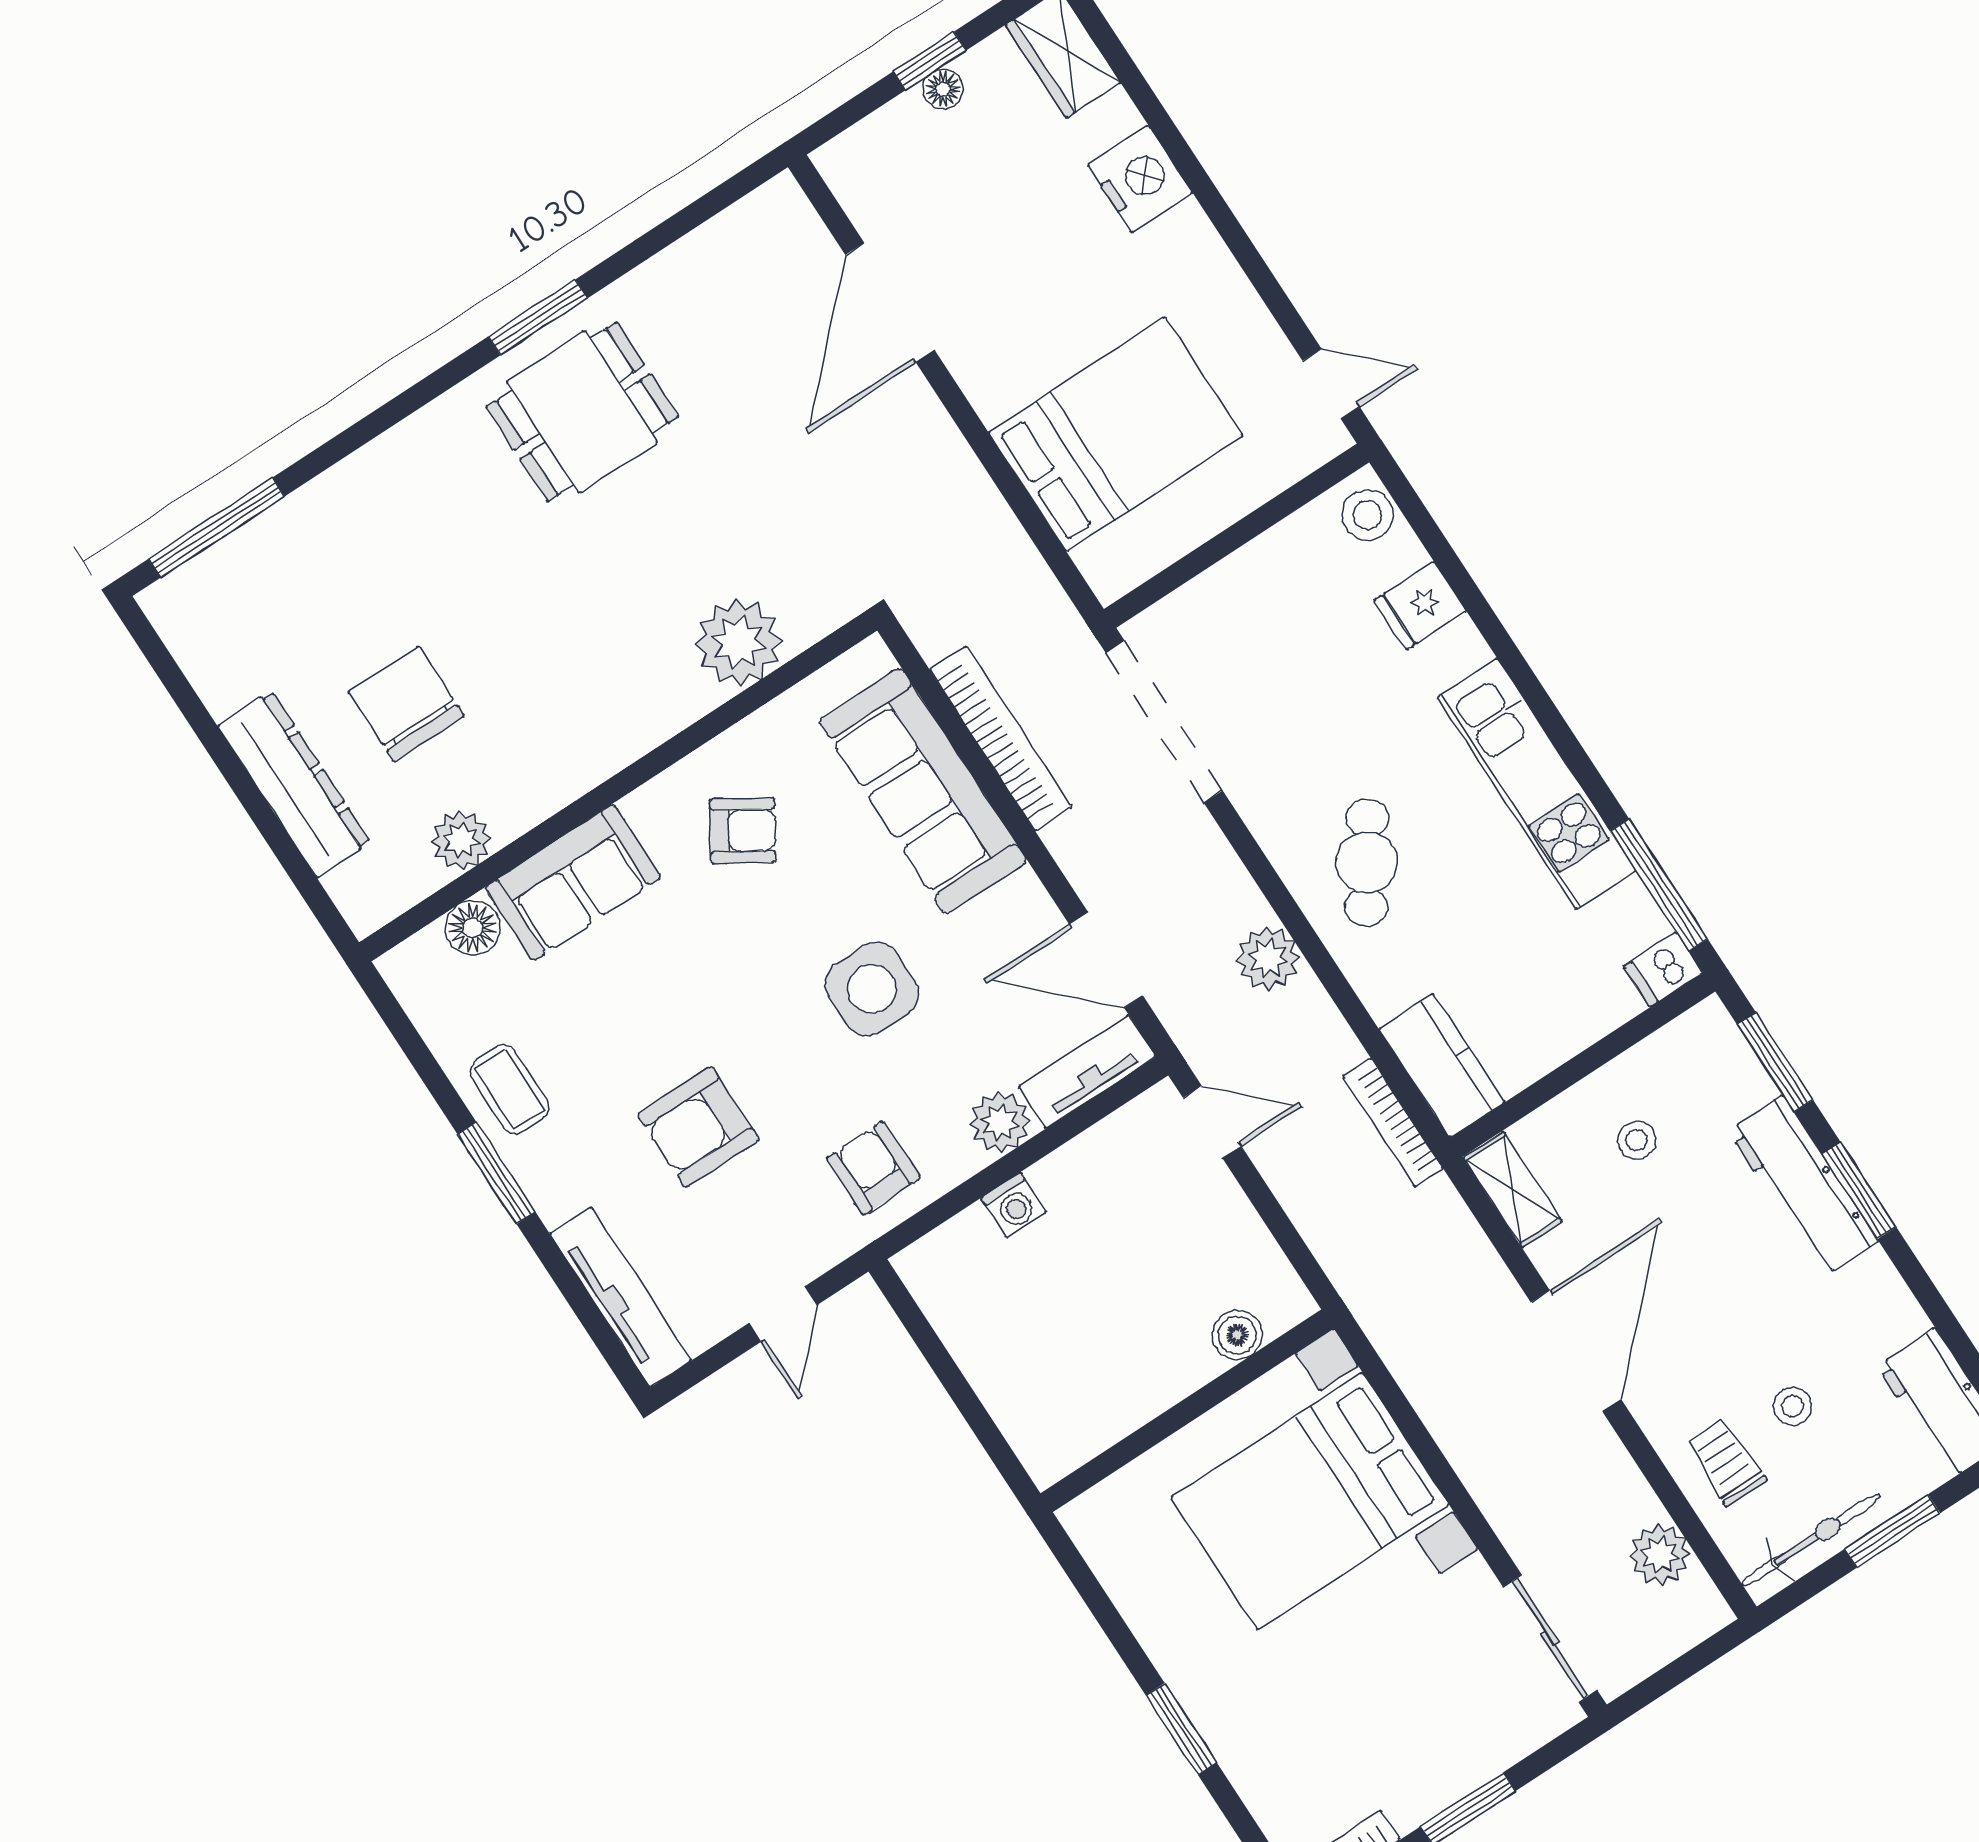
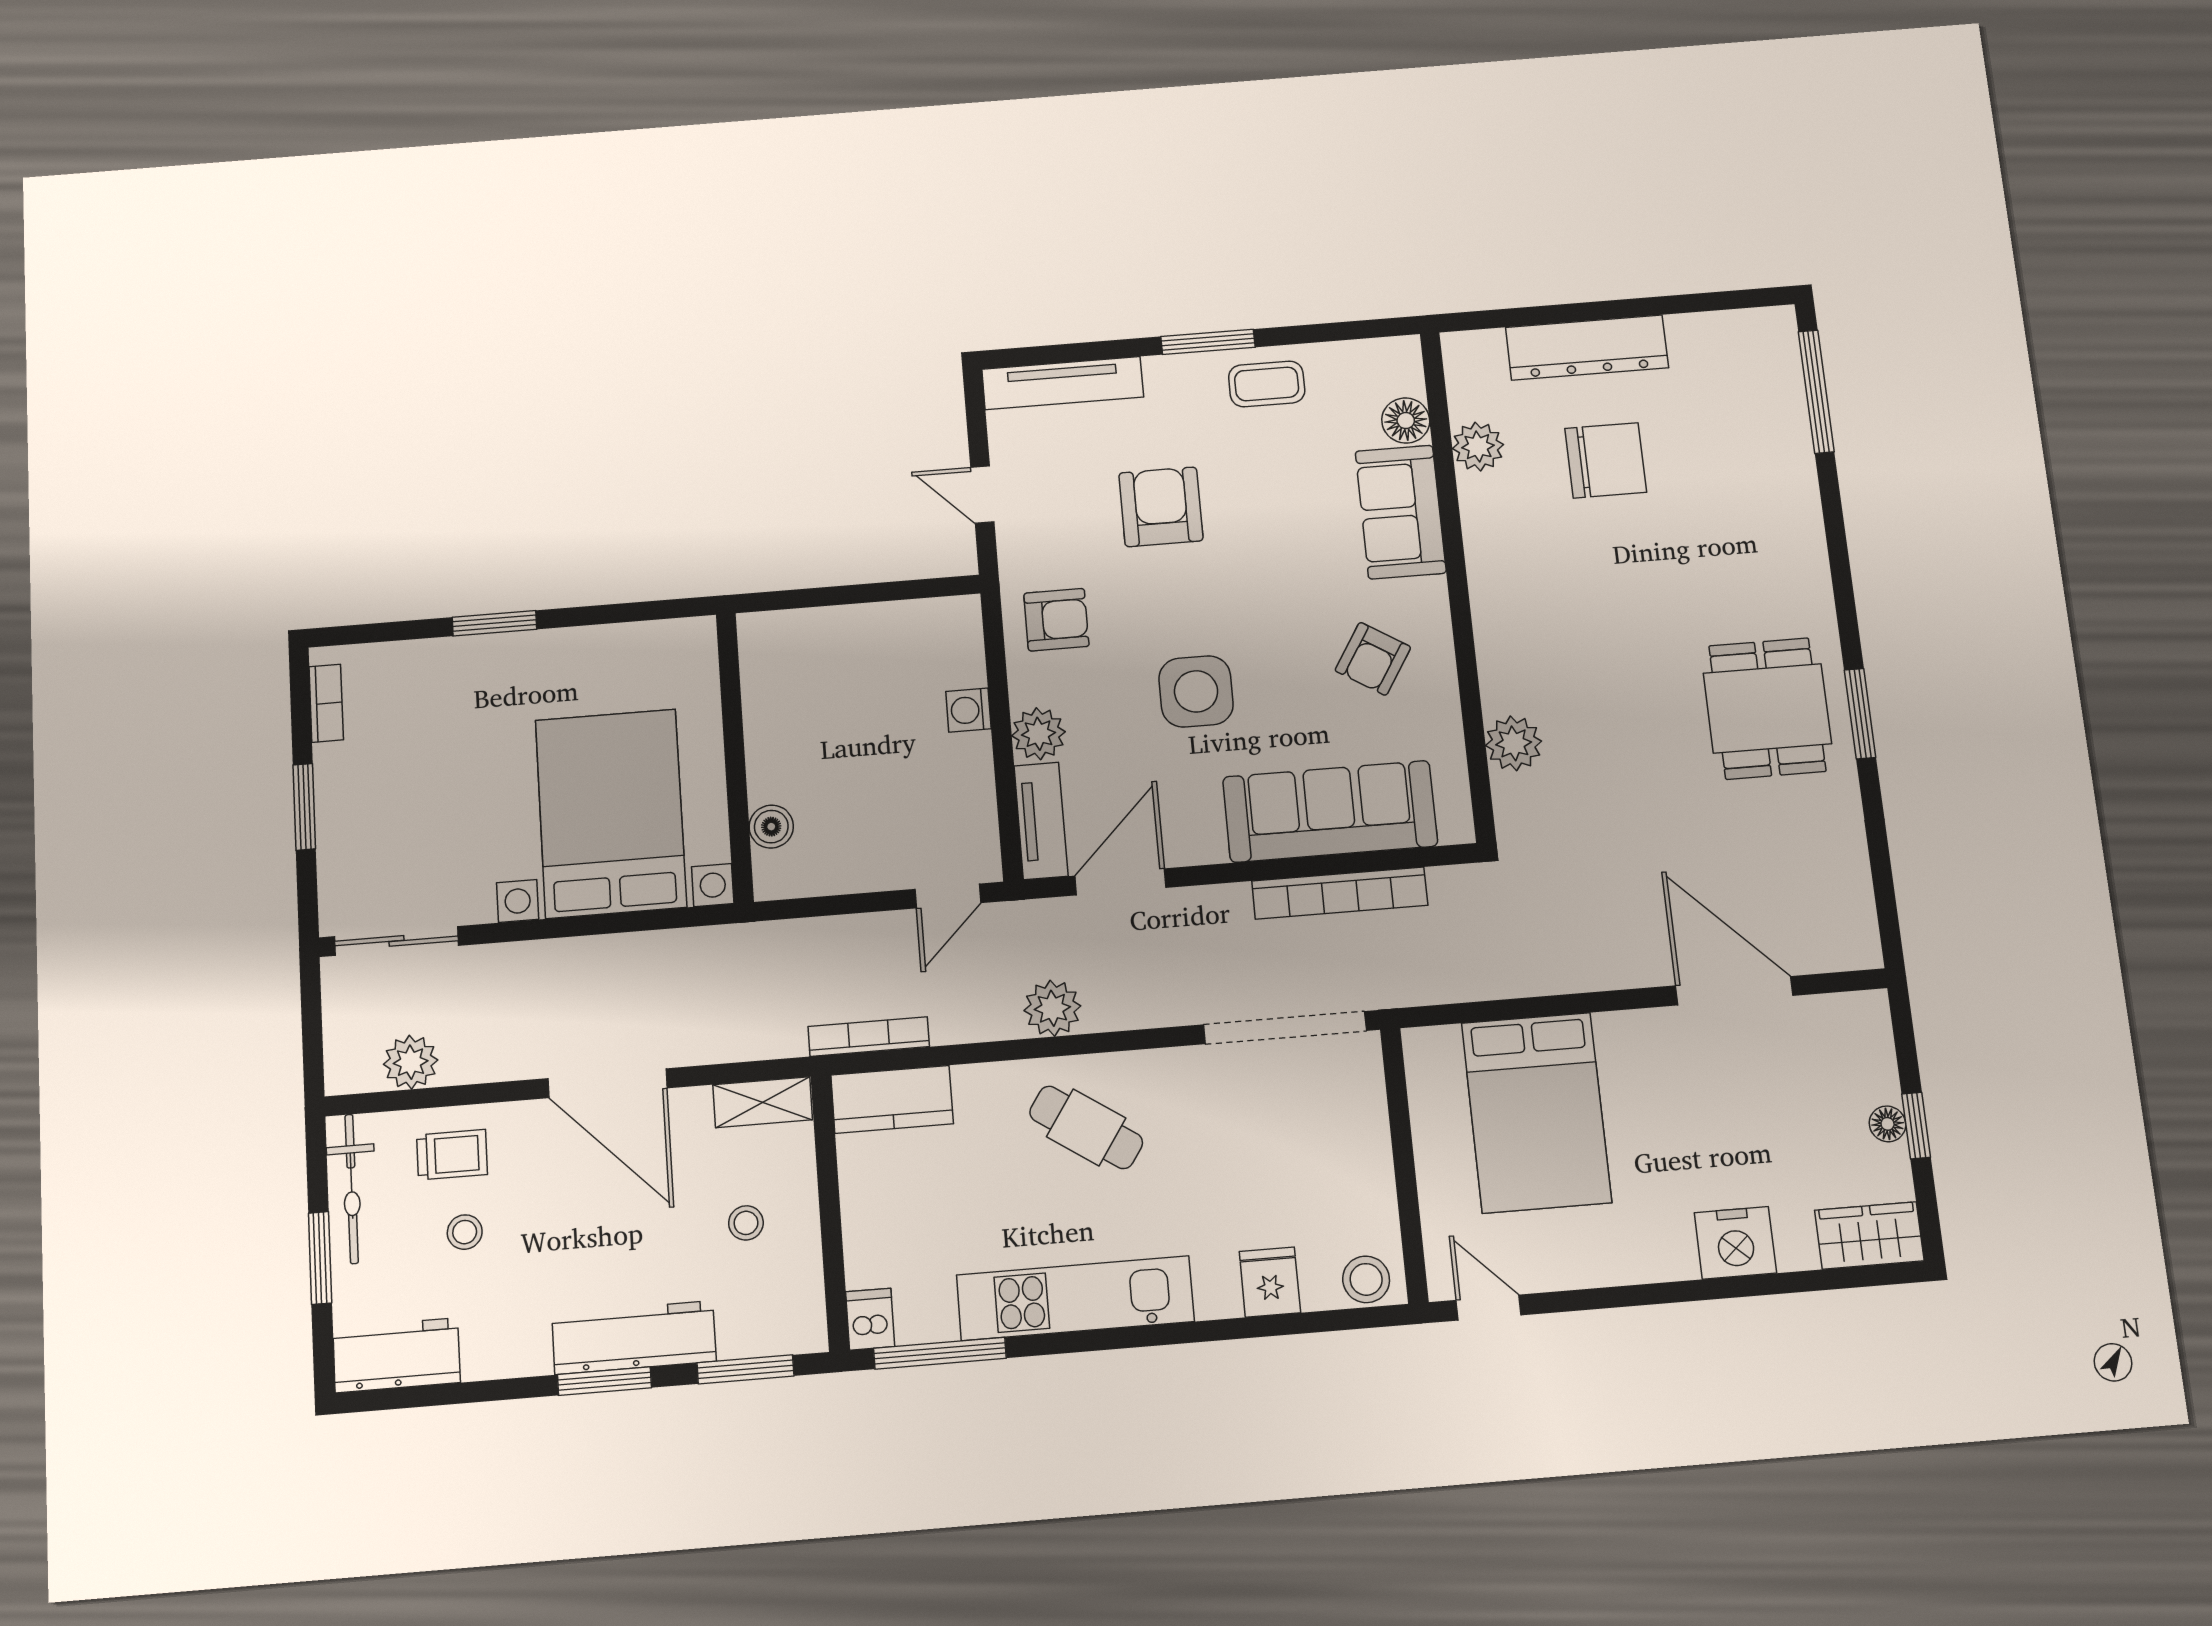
door: (1331, 384) -> (1489, 1308), swing flipped
plant: (739, 642) -> (1514, 743), width x0.73, depth x0.73

